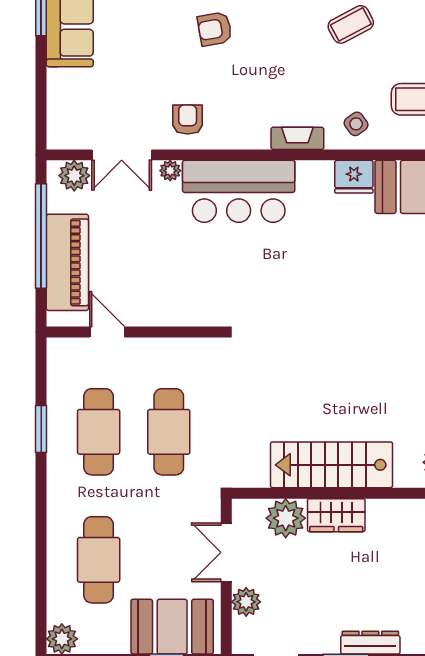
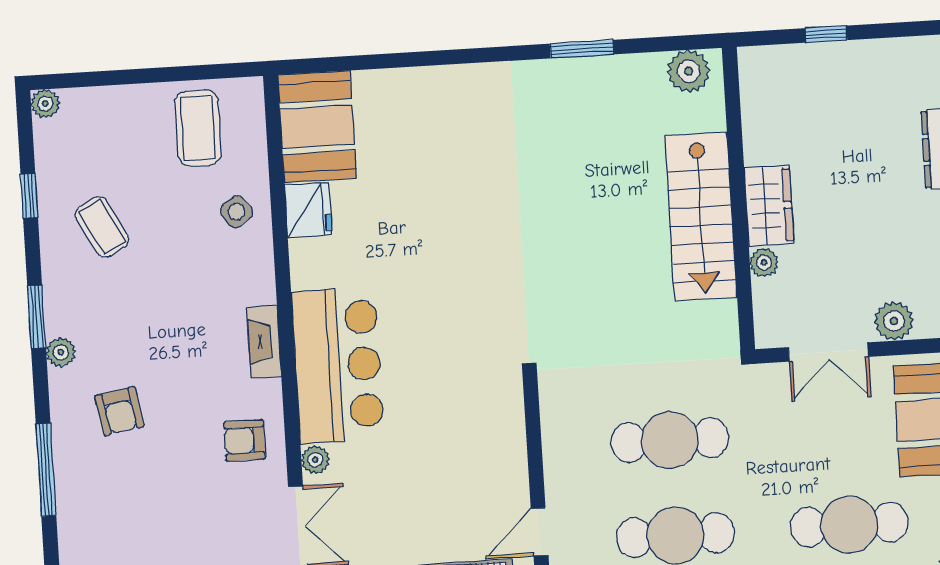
fireplace: (297, 138) -> (264, 342), moved
plant: (286, 518) -> (764, 263), width x0.53, depth x0.53

